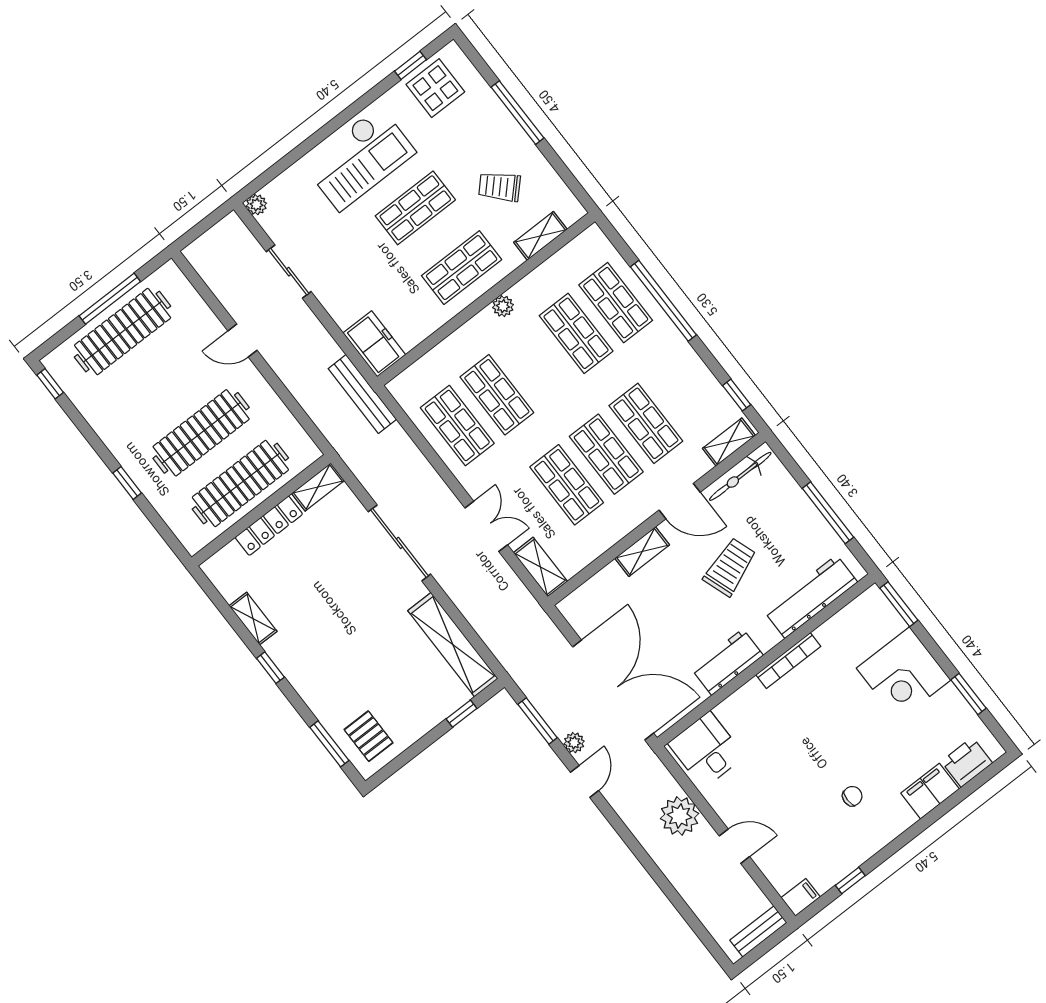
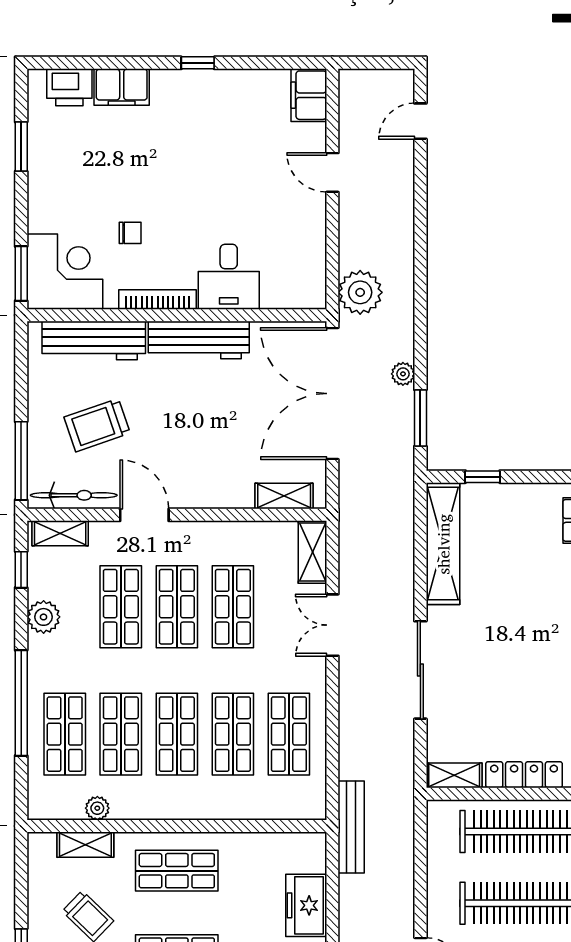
plant: (503, 306) -> (97, 808), moved
freezer: (374, 344) -> (306, 905), moved
shop shelf: (536, 364) -> (177, 734), added
plant: (695, 374) -> (44, 617), added
window: (828, 513) -> (21, 461), moved
shelving: (642, 552) -> (284, 496), moved
trolley: (730, 567) -> (97, 425), moved
workbench: (727, 662) -> (199, 340), width x1.38
corner desk: (904, 674) -> (65, 272), moved
desk: (706, 750) -> (229, 277), moved
door: (584, 781) -> (420, 121), moved
chair: (852, 796) -> (130, 233), moved, turned 180
plant: (680, 816) -> (360, 292), moved
window: (850, 880) -> (198, 63), moved
filing cabinet: (801, 897) -> (309, 95), width x2.00
bench: (758, 931) -> (370, 81), removed

